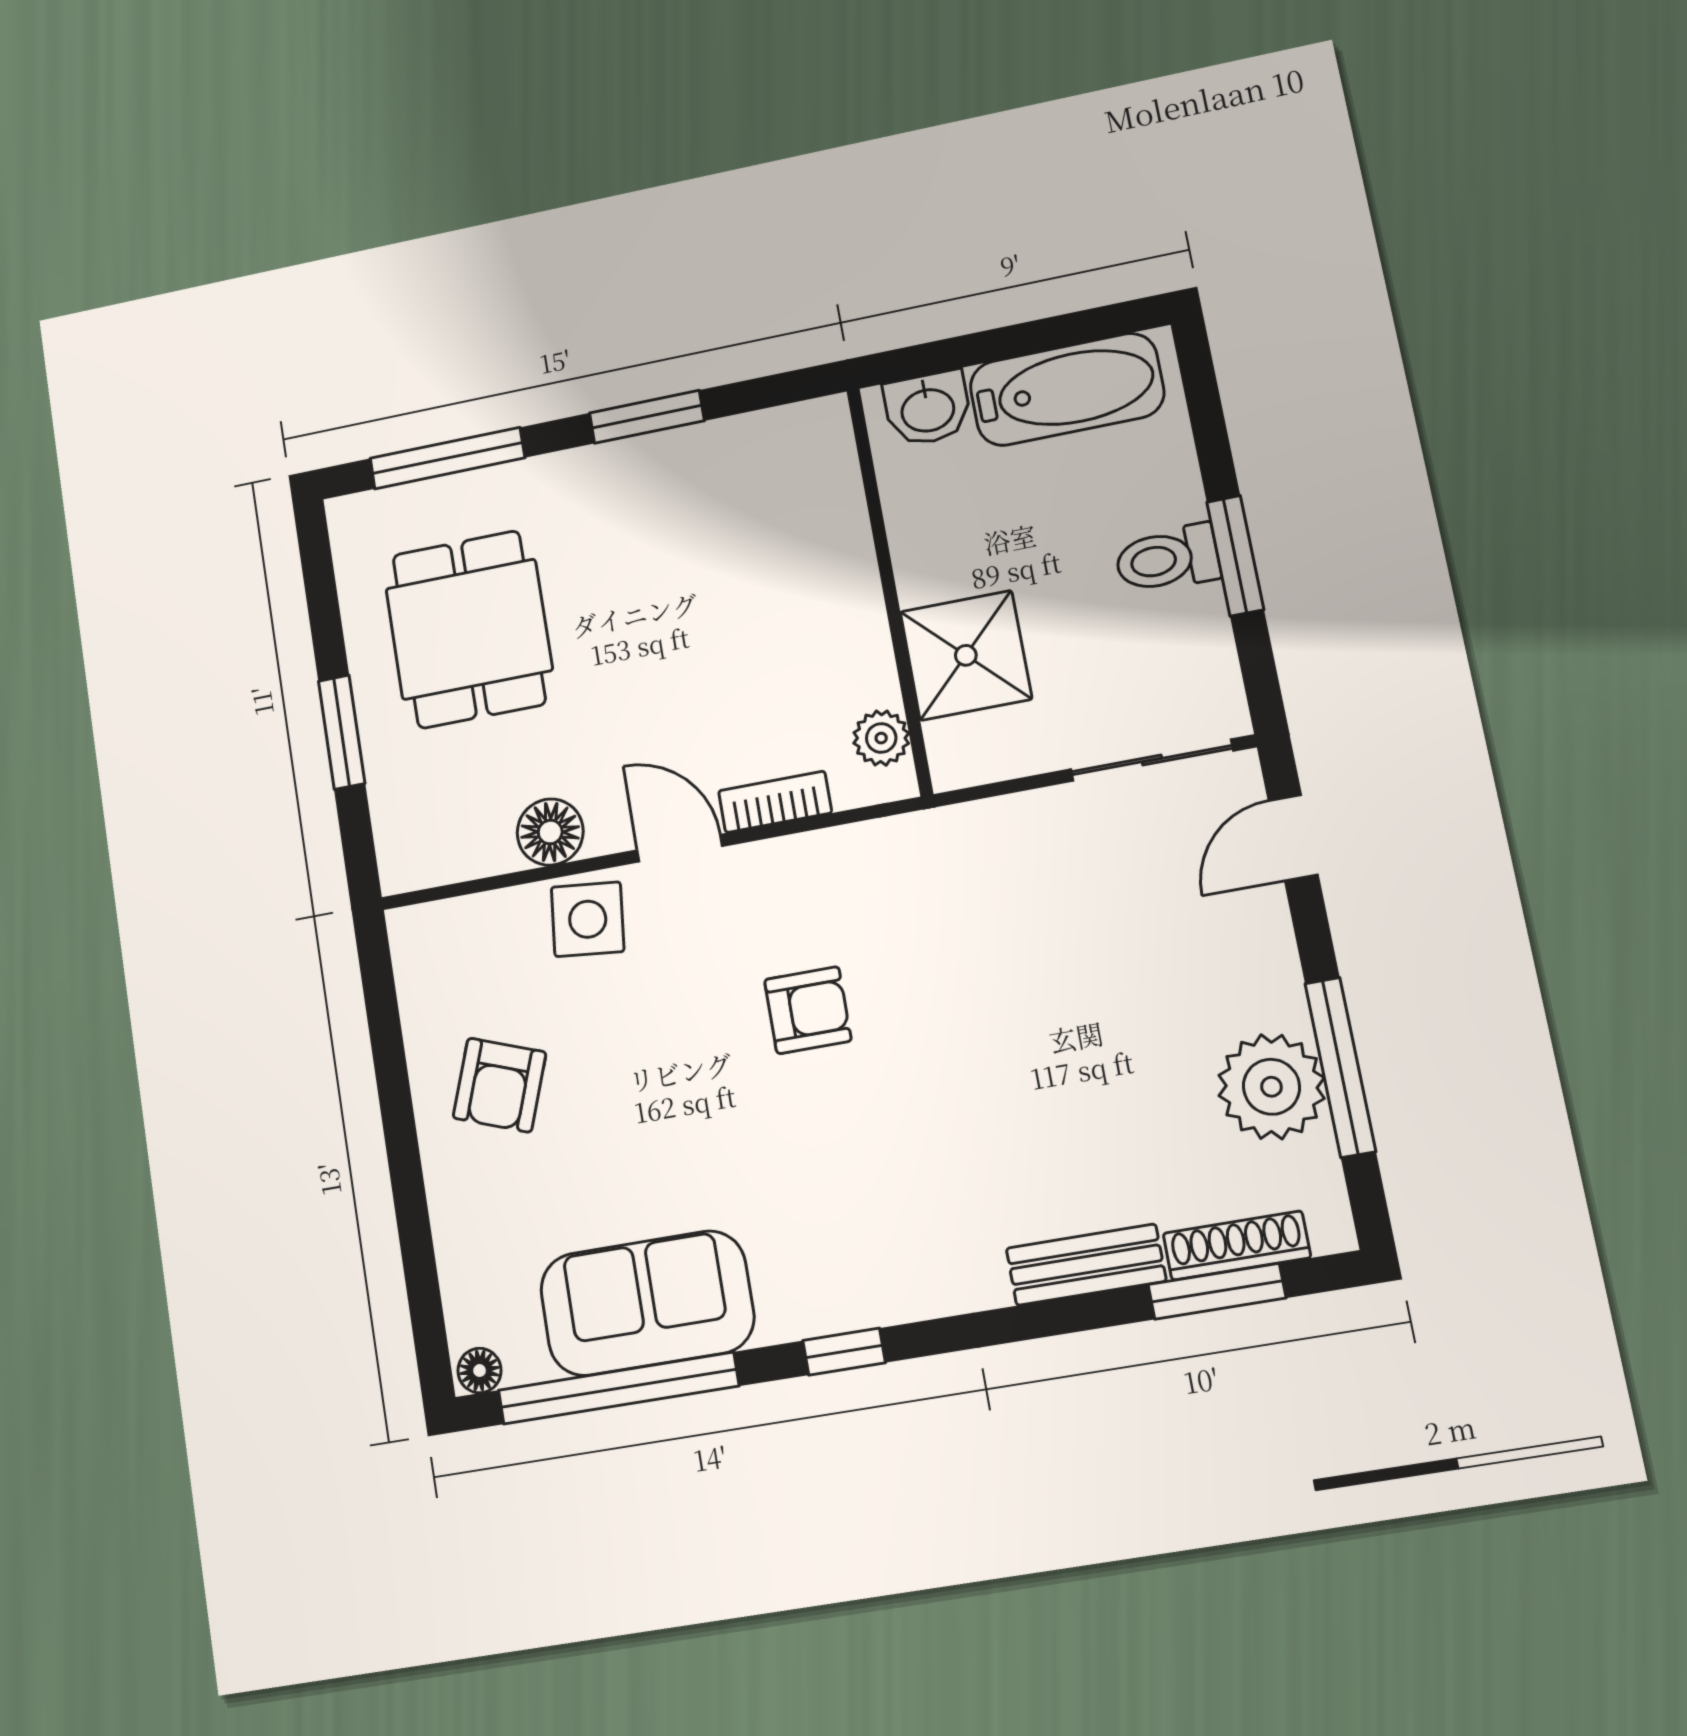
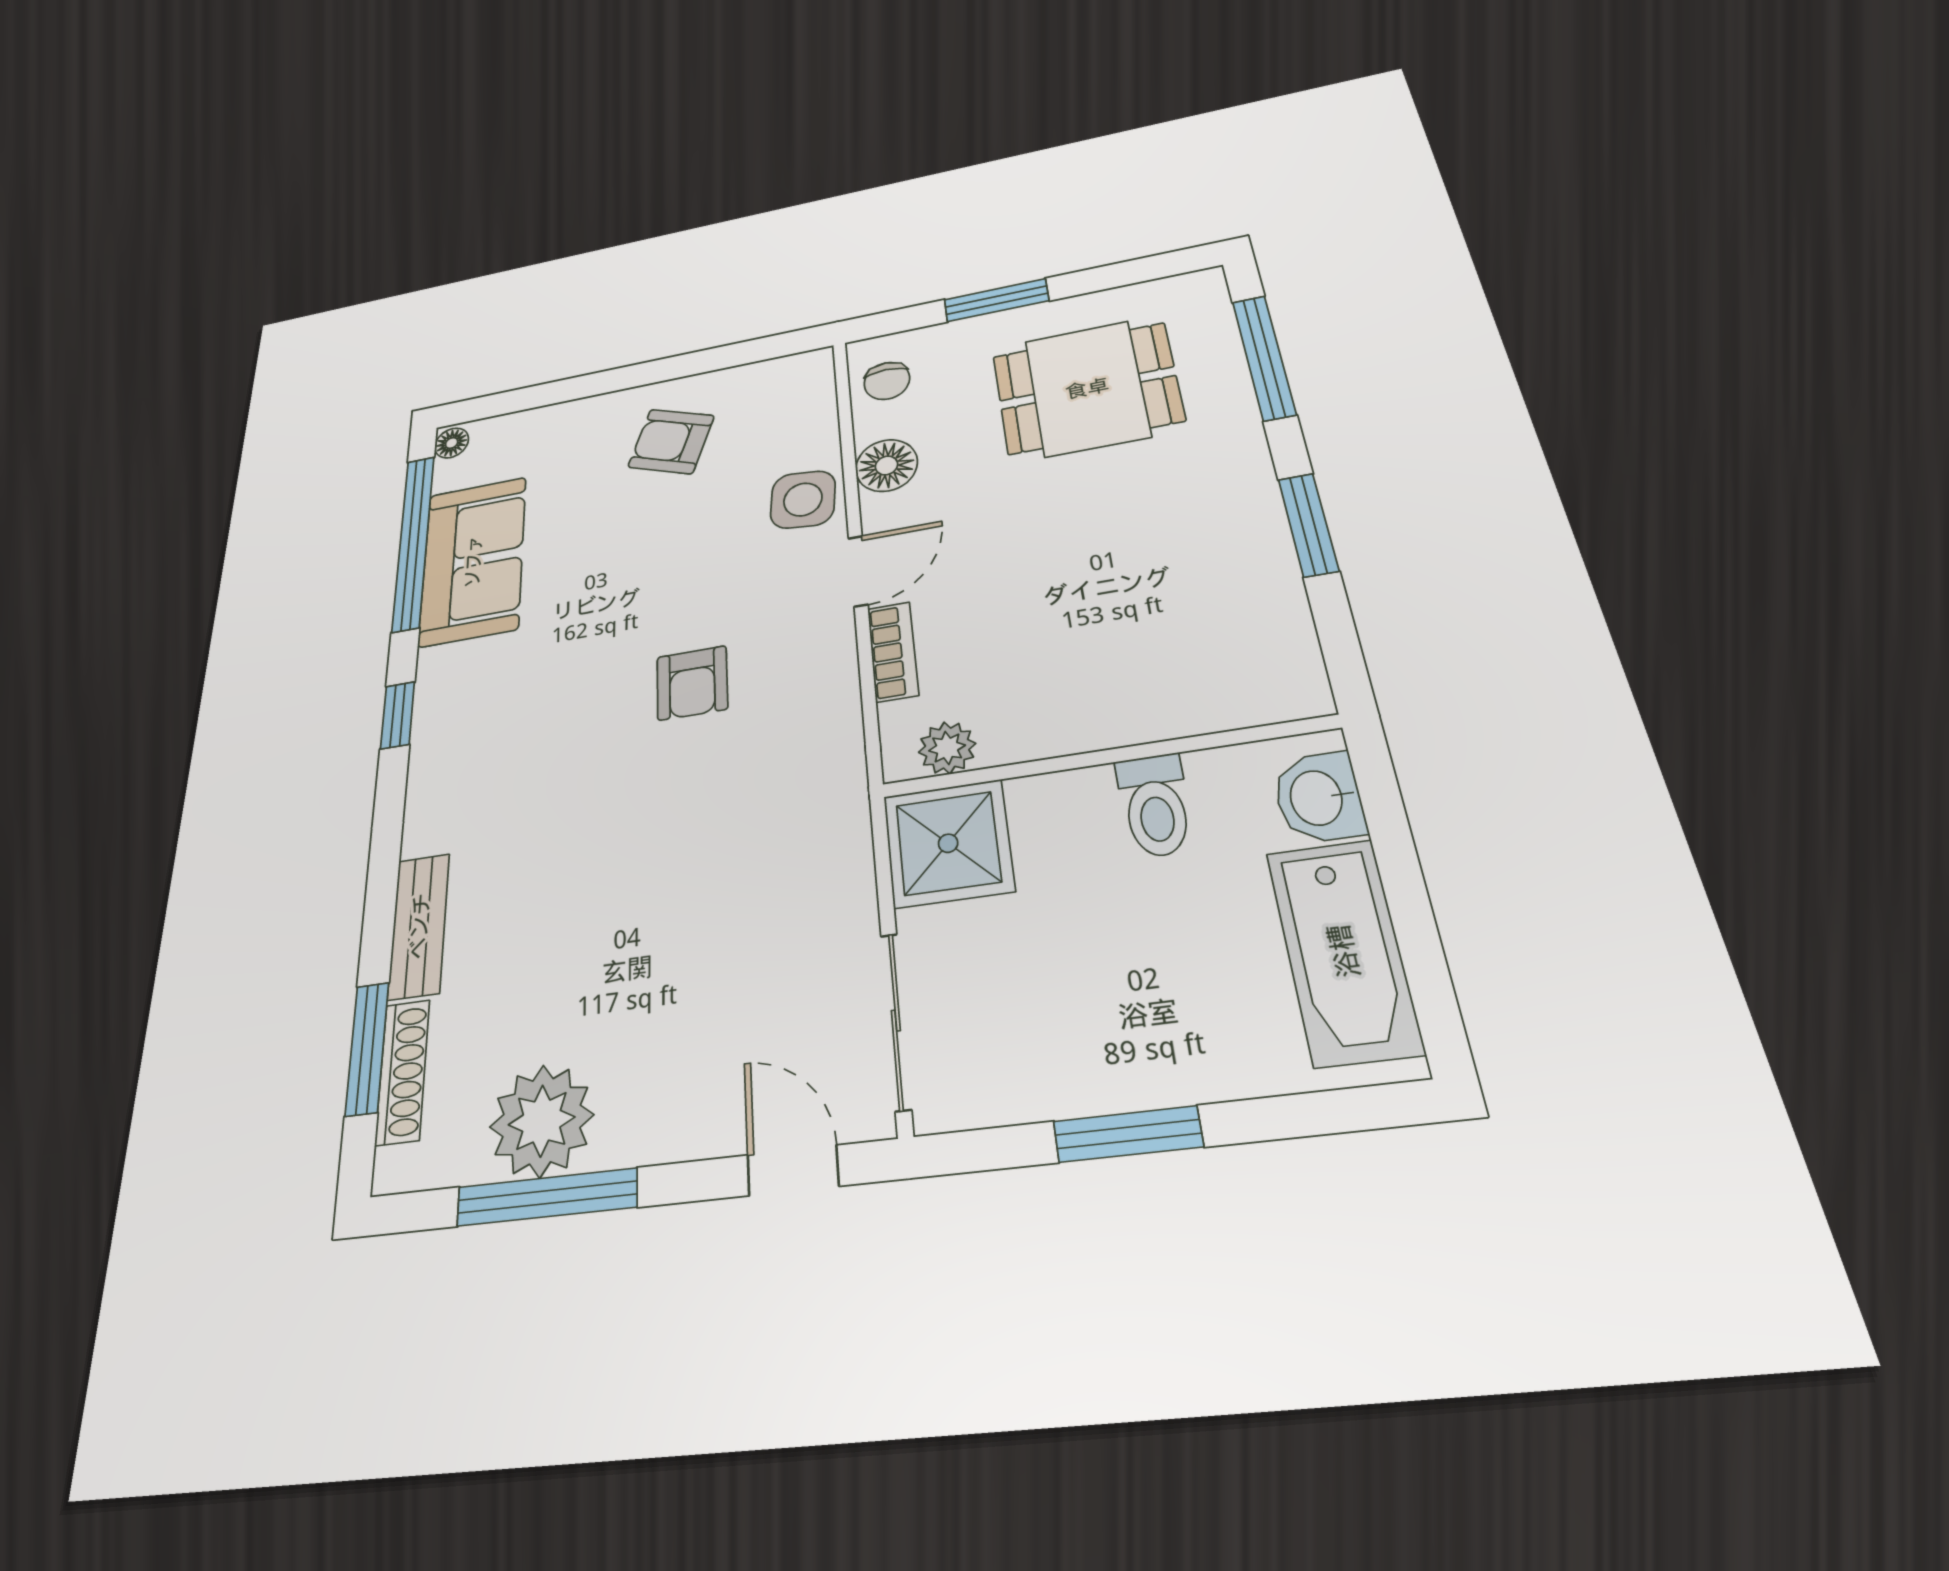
toilet: (1167, 559) -> (1155, 805), moved, turned 180
shower: (966, 655) -> (948, 843), moved
chair: (439, 843) -> (887, 381), added

